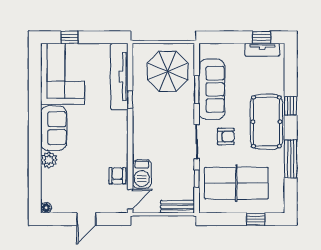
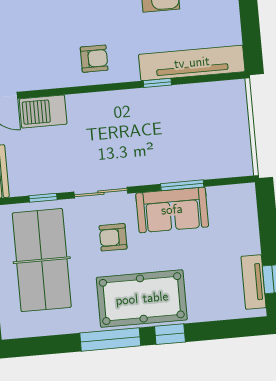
parasol: (168, 71) -> (207, 137), removed
sofa: (212, 89) -> (172, 210), width x0.73
armchair: (226, 136) -> (113, 237), turned 90
window: (291, 159) -> (110, 339), moved
armchair: (117, 176) -> (94, 59), moved

